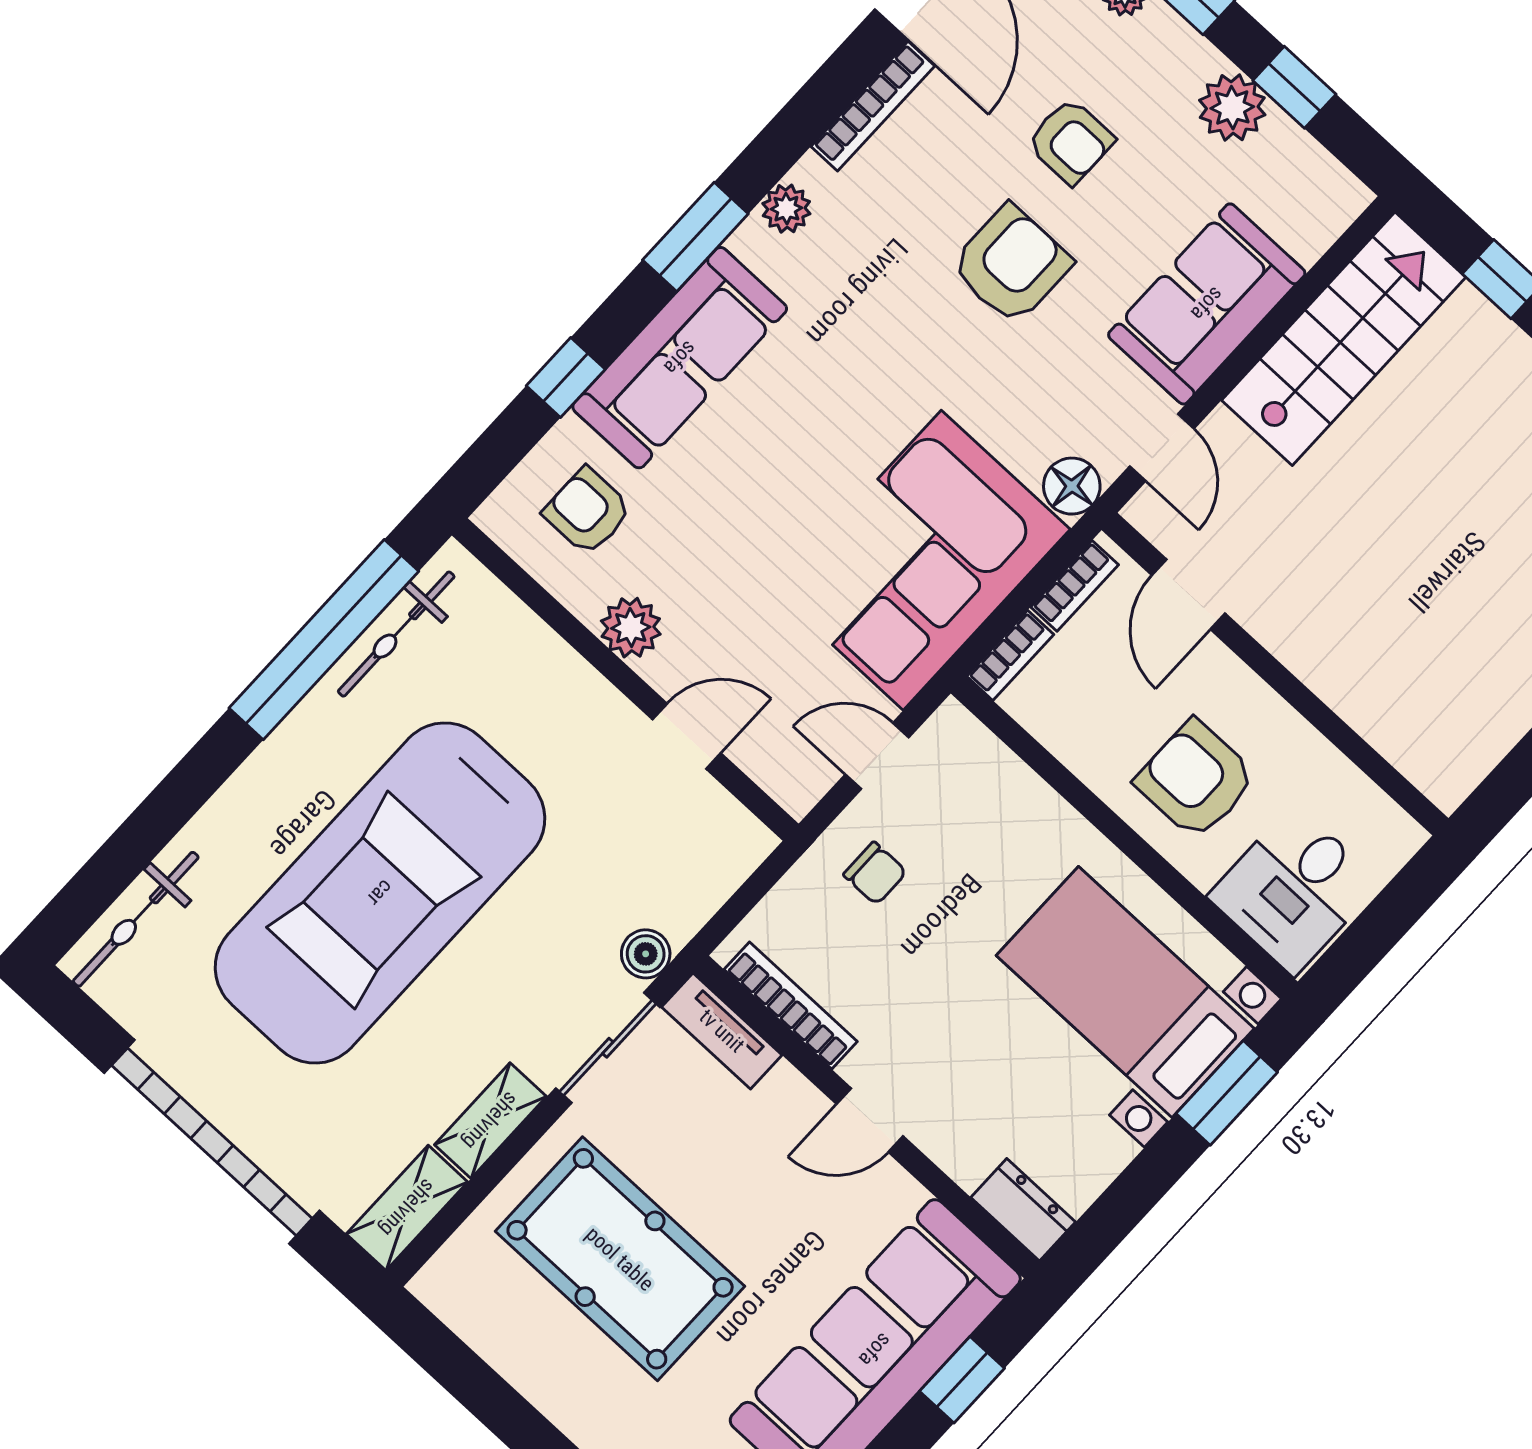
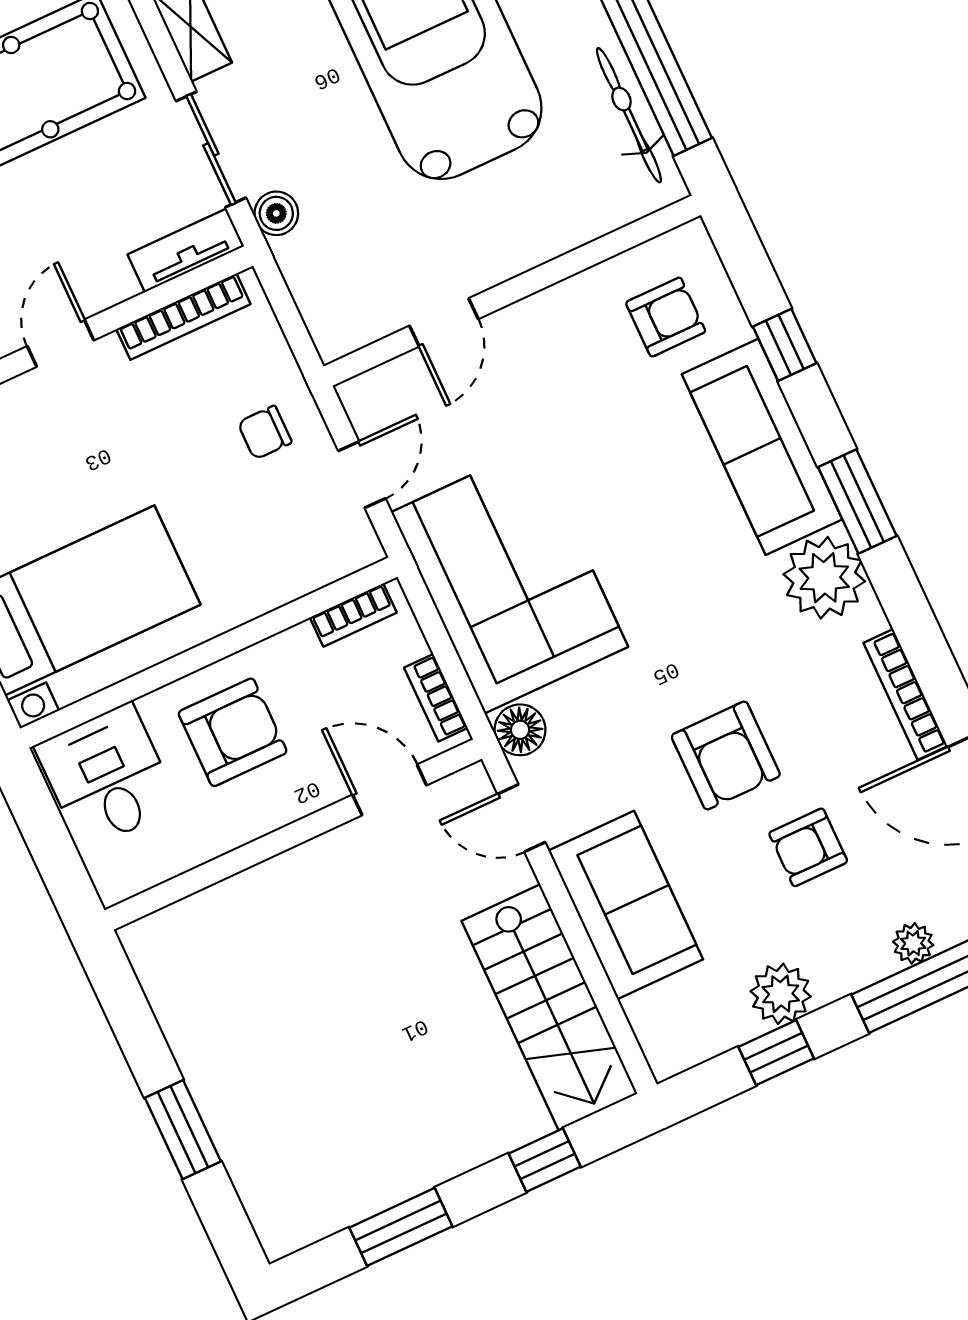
plant: (786, 209) -> (824, 578), width x1.88, depth x1.88
plant: (631, 628) -> (554, 313), removed
bookcase: (1010, 655) -> (353, 615), moved, turned -90

